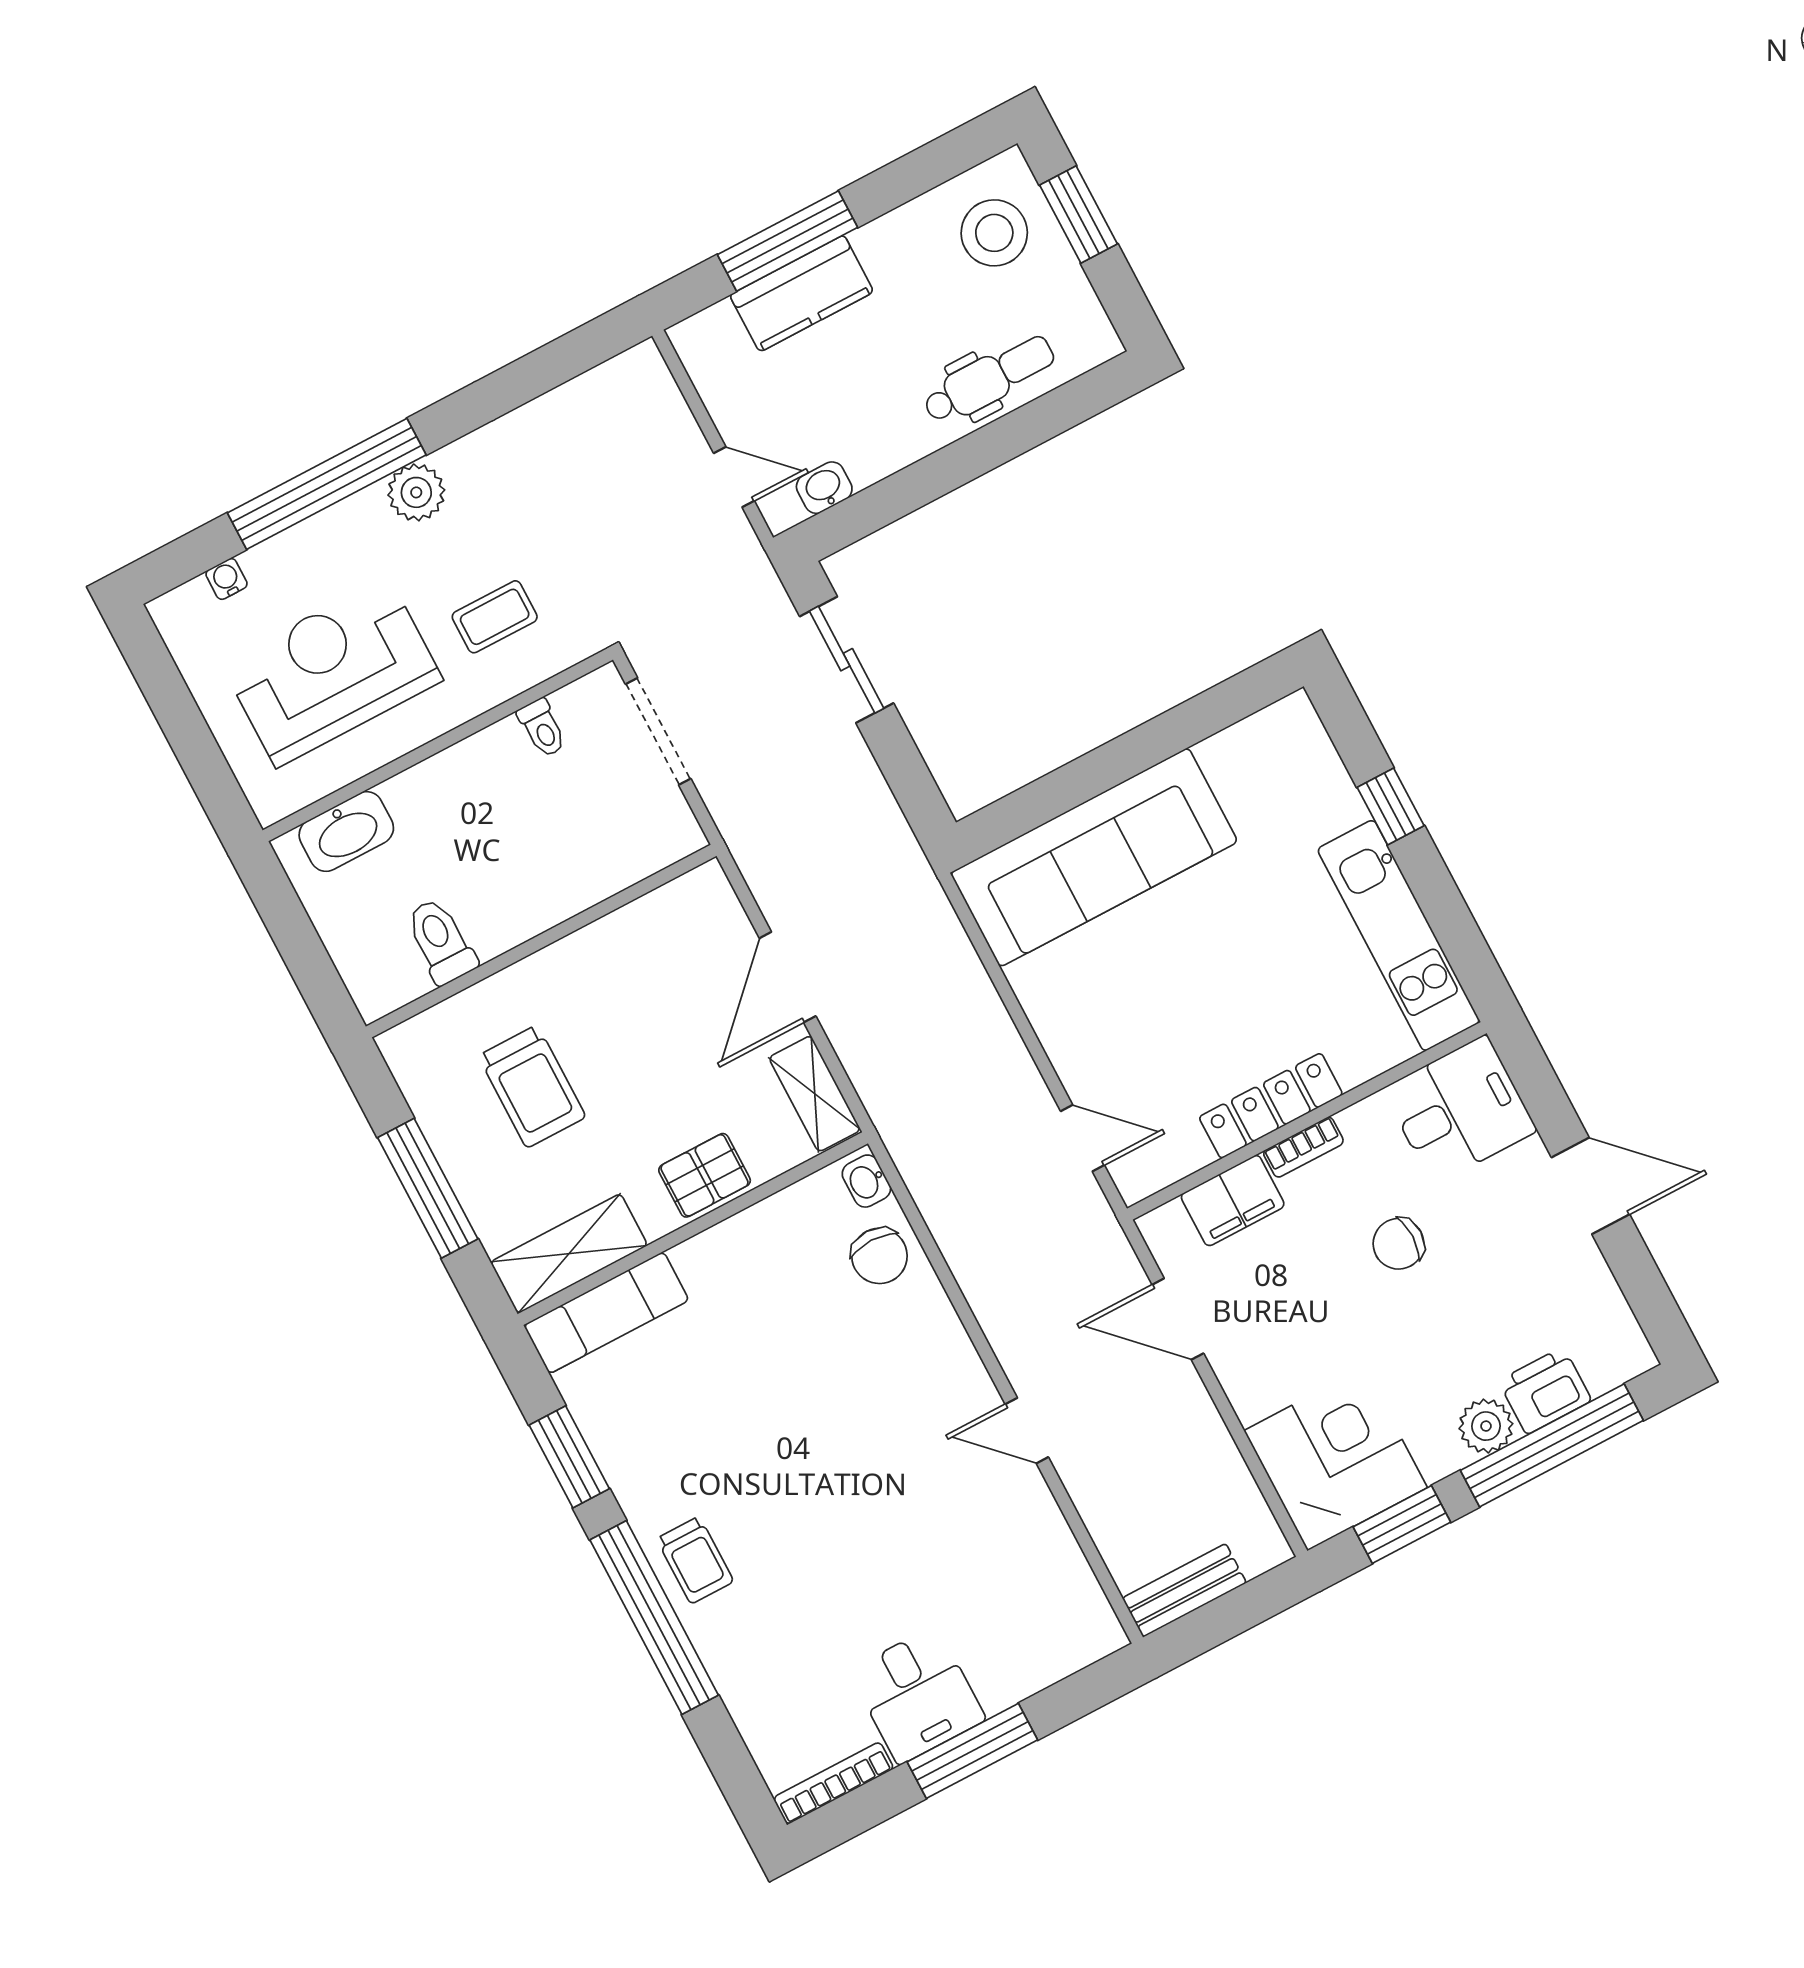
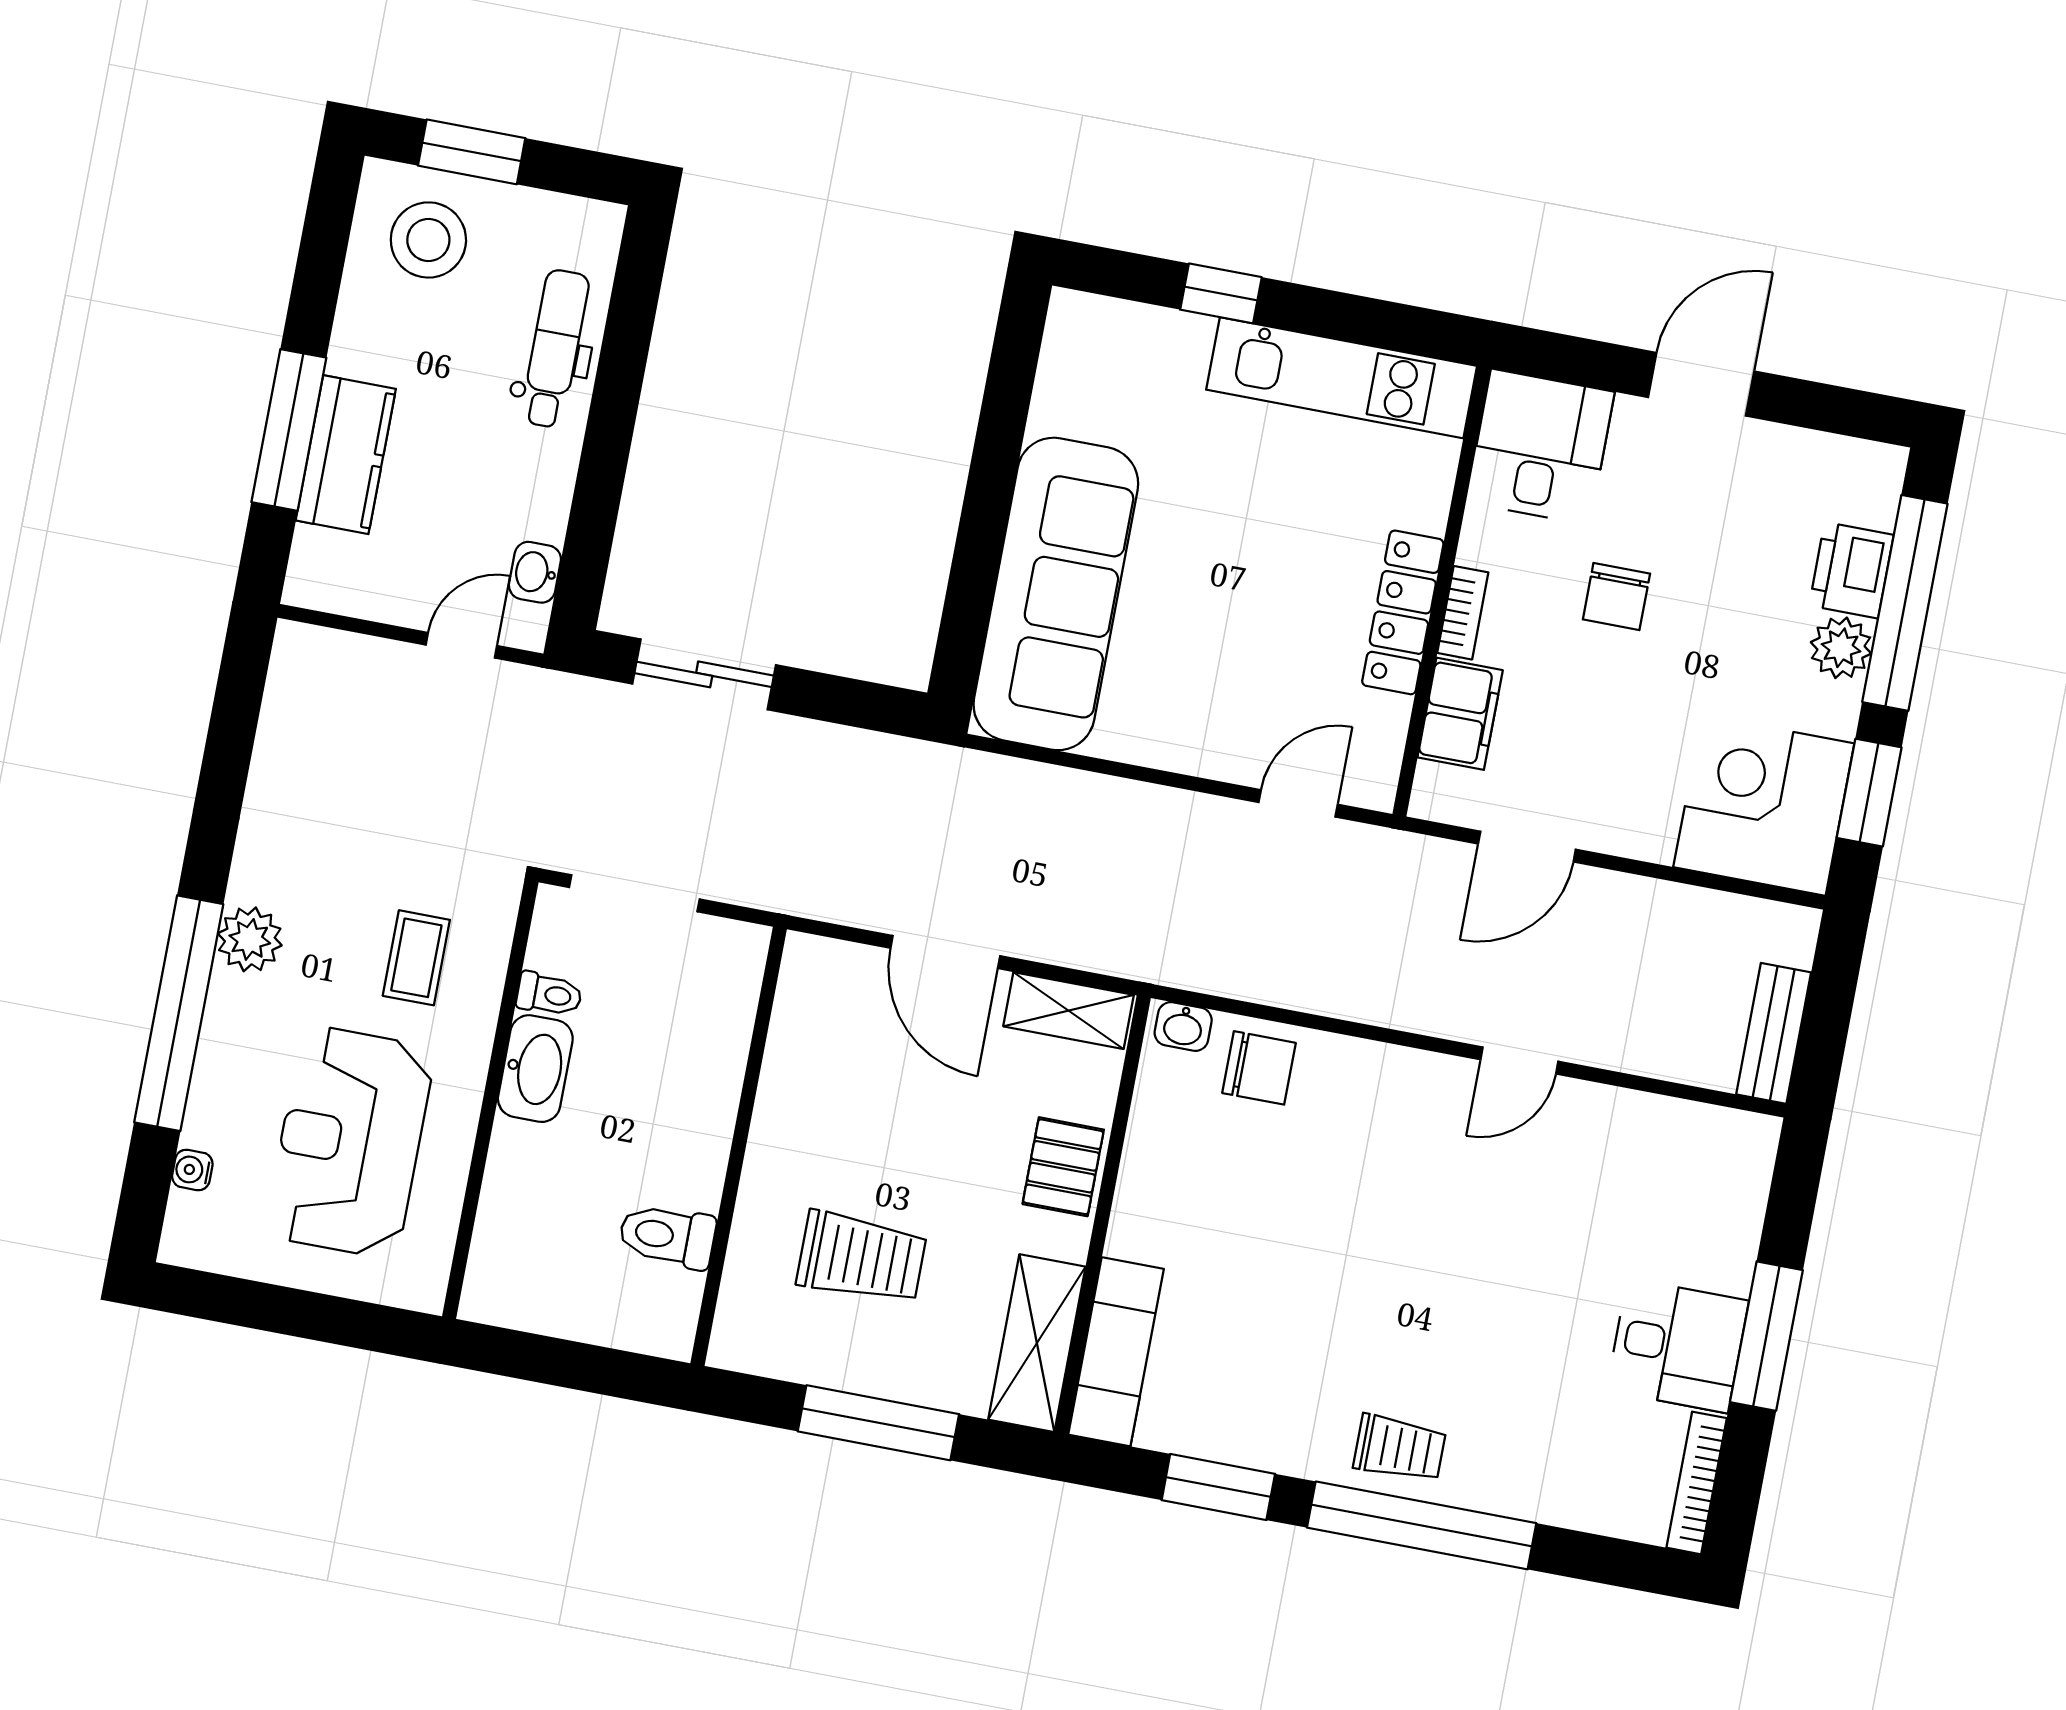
washbasin: (346, 831) -> (535, 1069), moved

